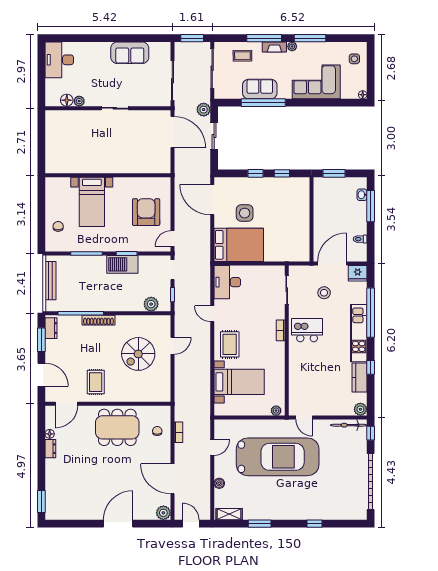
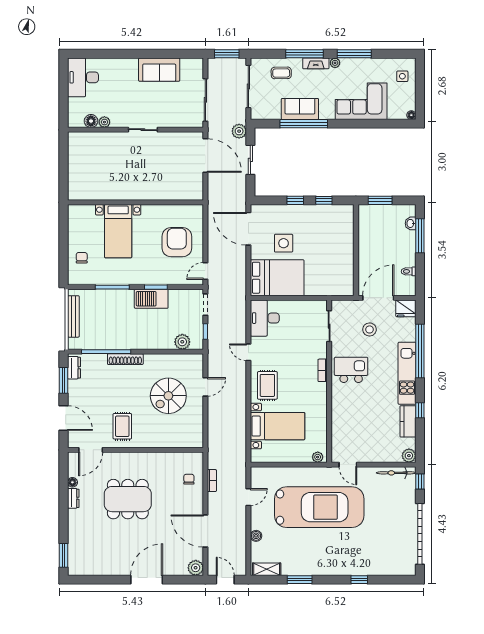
dining table: (117, 427) -> (128, 499), moved

